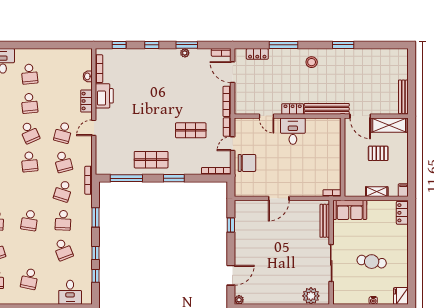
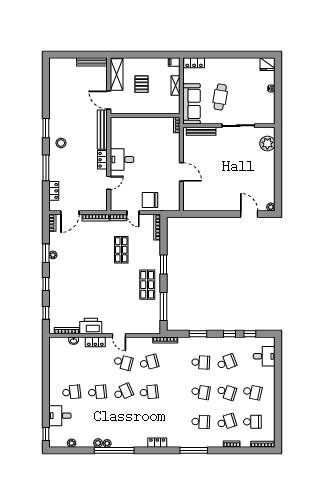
window: (343, 45) -> (46, 128), moved
door: (360, 116) -> (109, 100), swing flipped
chair: (247, 163) -> (150, 200), turned -90
school desk: (63, 191) -> (227, 392), moved
sofa: (350, 210) -> (192, 104), width x1.36
window: (231, 225) -> (205, 214), removed
cafe table: (372, 262) -> (220, 97), moved

